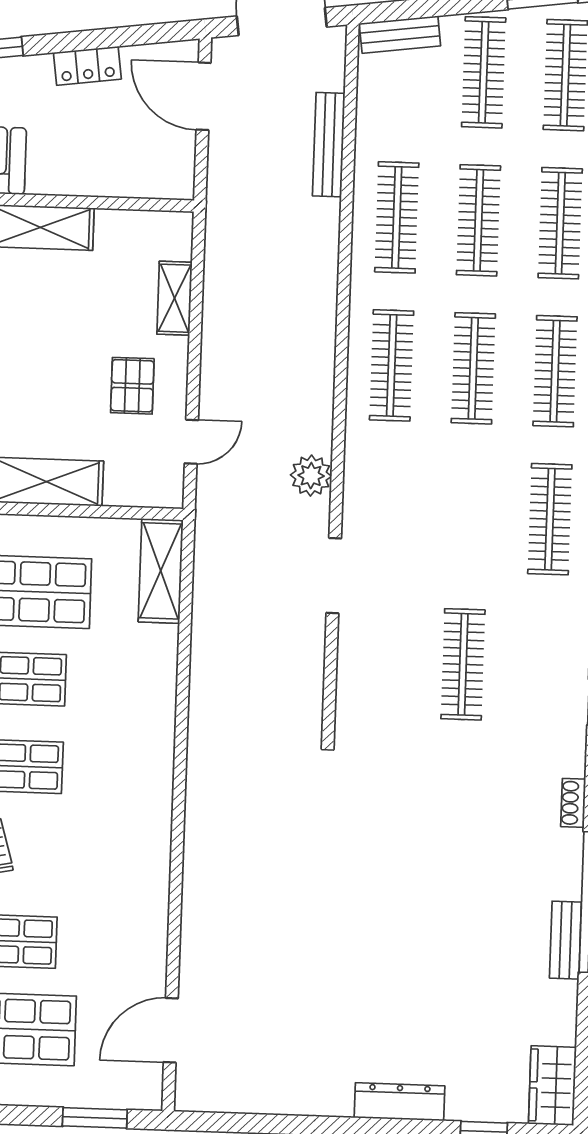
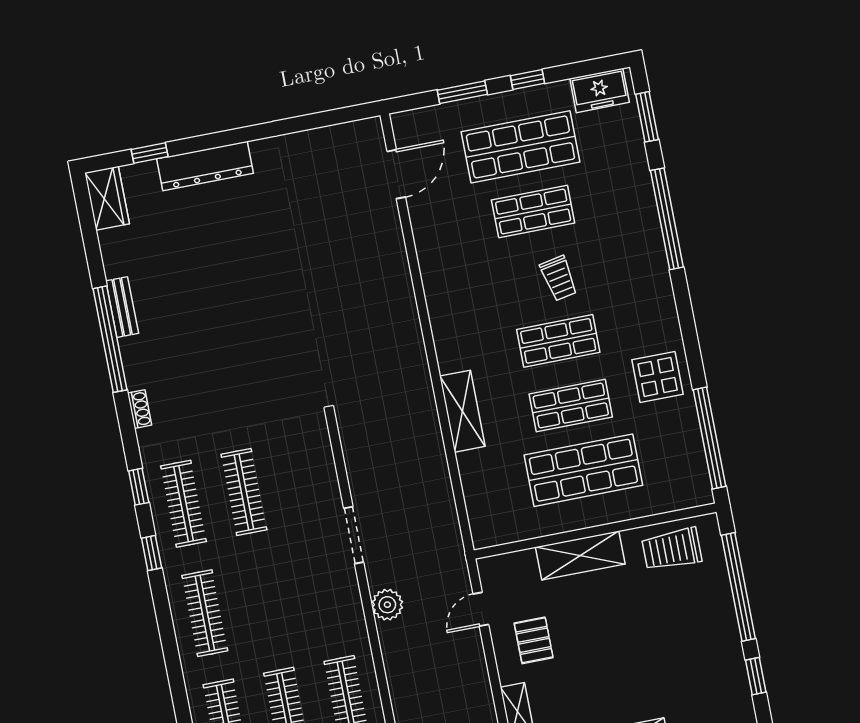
shelving: (161, 571) -> (462, 411), moved
clothes rail: (545, 667) -> (184, 504), added
dresser: (399, 1102) -> (205, 166), width x1.37, depth x1.24
window: (95, 1118) -> (462, 92), moved

